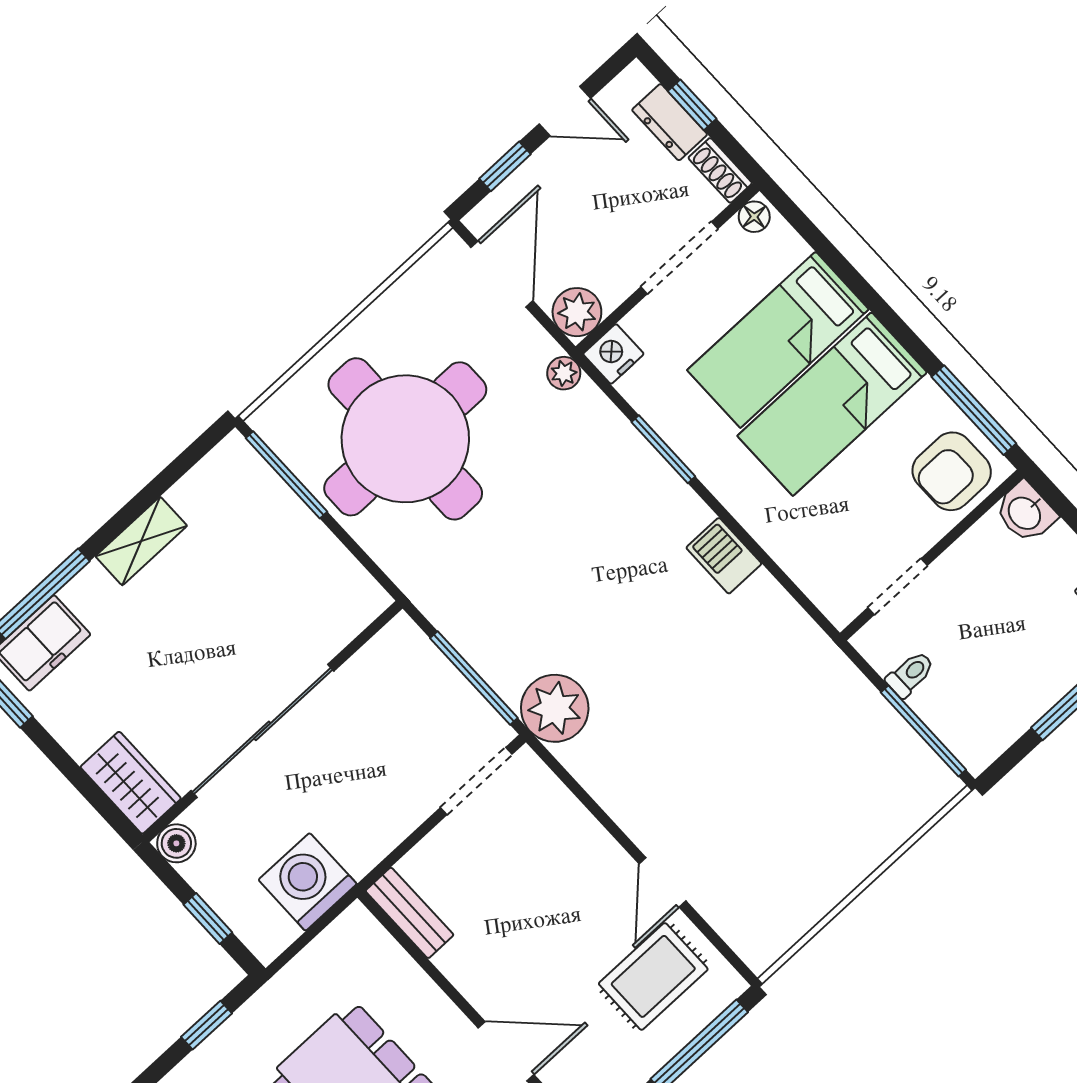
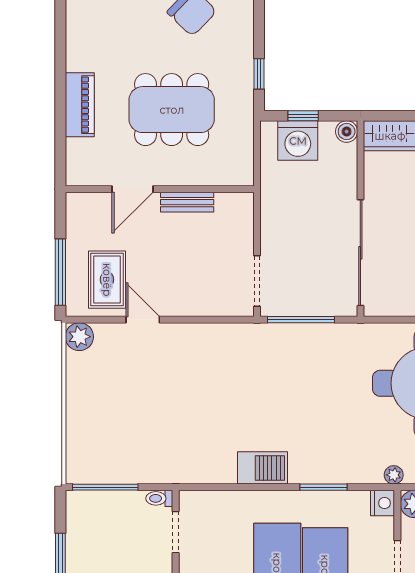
barbecue: (724, 556) -> (262, 468), width x1.38, depth x1.27
toilet: (910, 674) -> (159, 498), moved, turned 90
plant: (555, 708) -> (79, 337), moved, width x0.73, depth x0.73
sliding door: (262, 731) -> (360, 253), moved
washing machine: (308, 882) -> (298, 141), moved, turned 90
bench: (410, 913) -> (187, 202), moved

